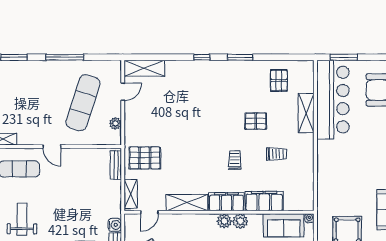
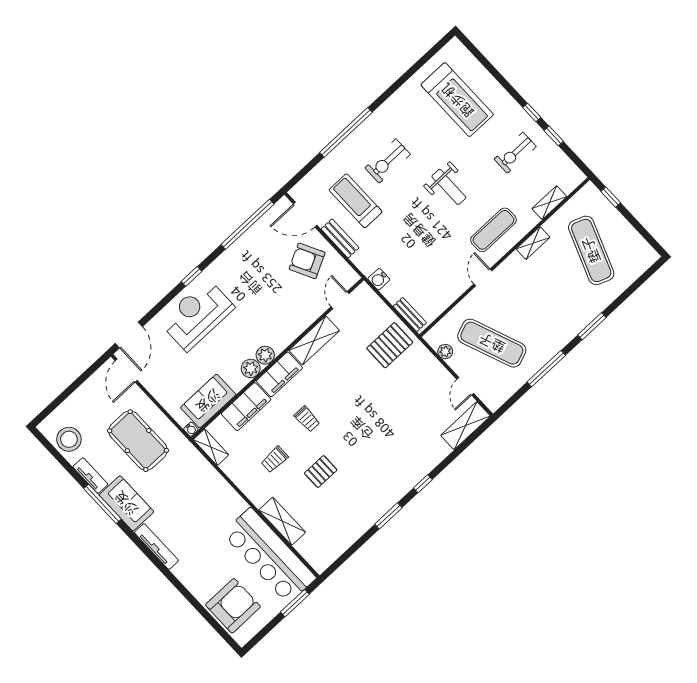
pallet: (279, 80) -> (334, 528), removed
exercise mat: (83, 103) -> (492, 343), turned -39
door: (52, 147) -> (483, 277), hinge flipped
shelving: (131, 194) -> (211, 447), moved
water cooler: (115, 225) -> (379, 279), moved

